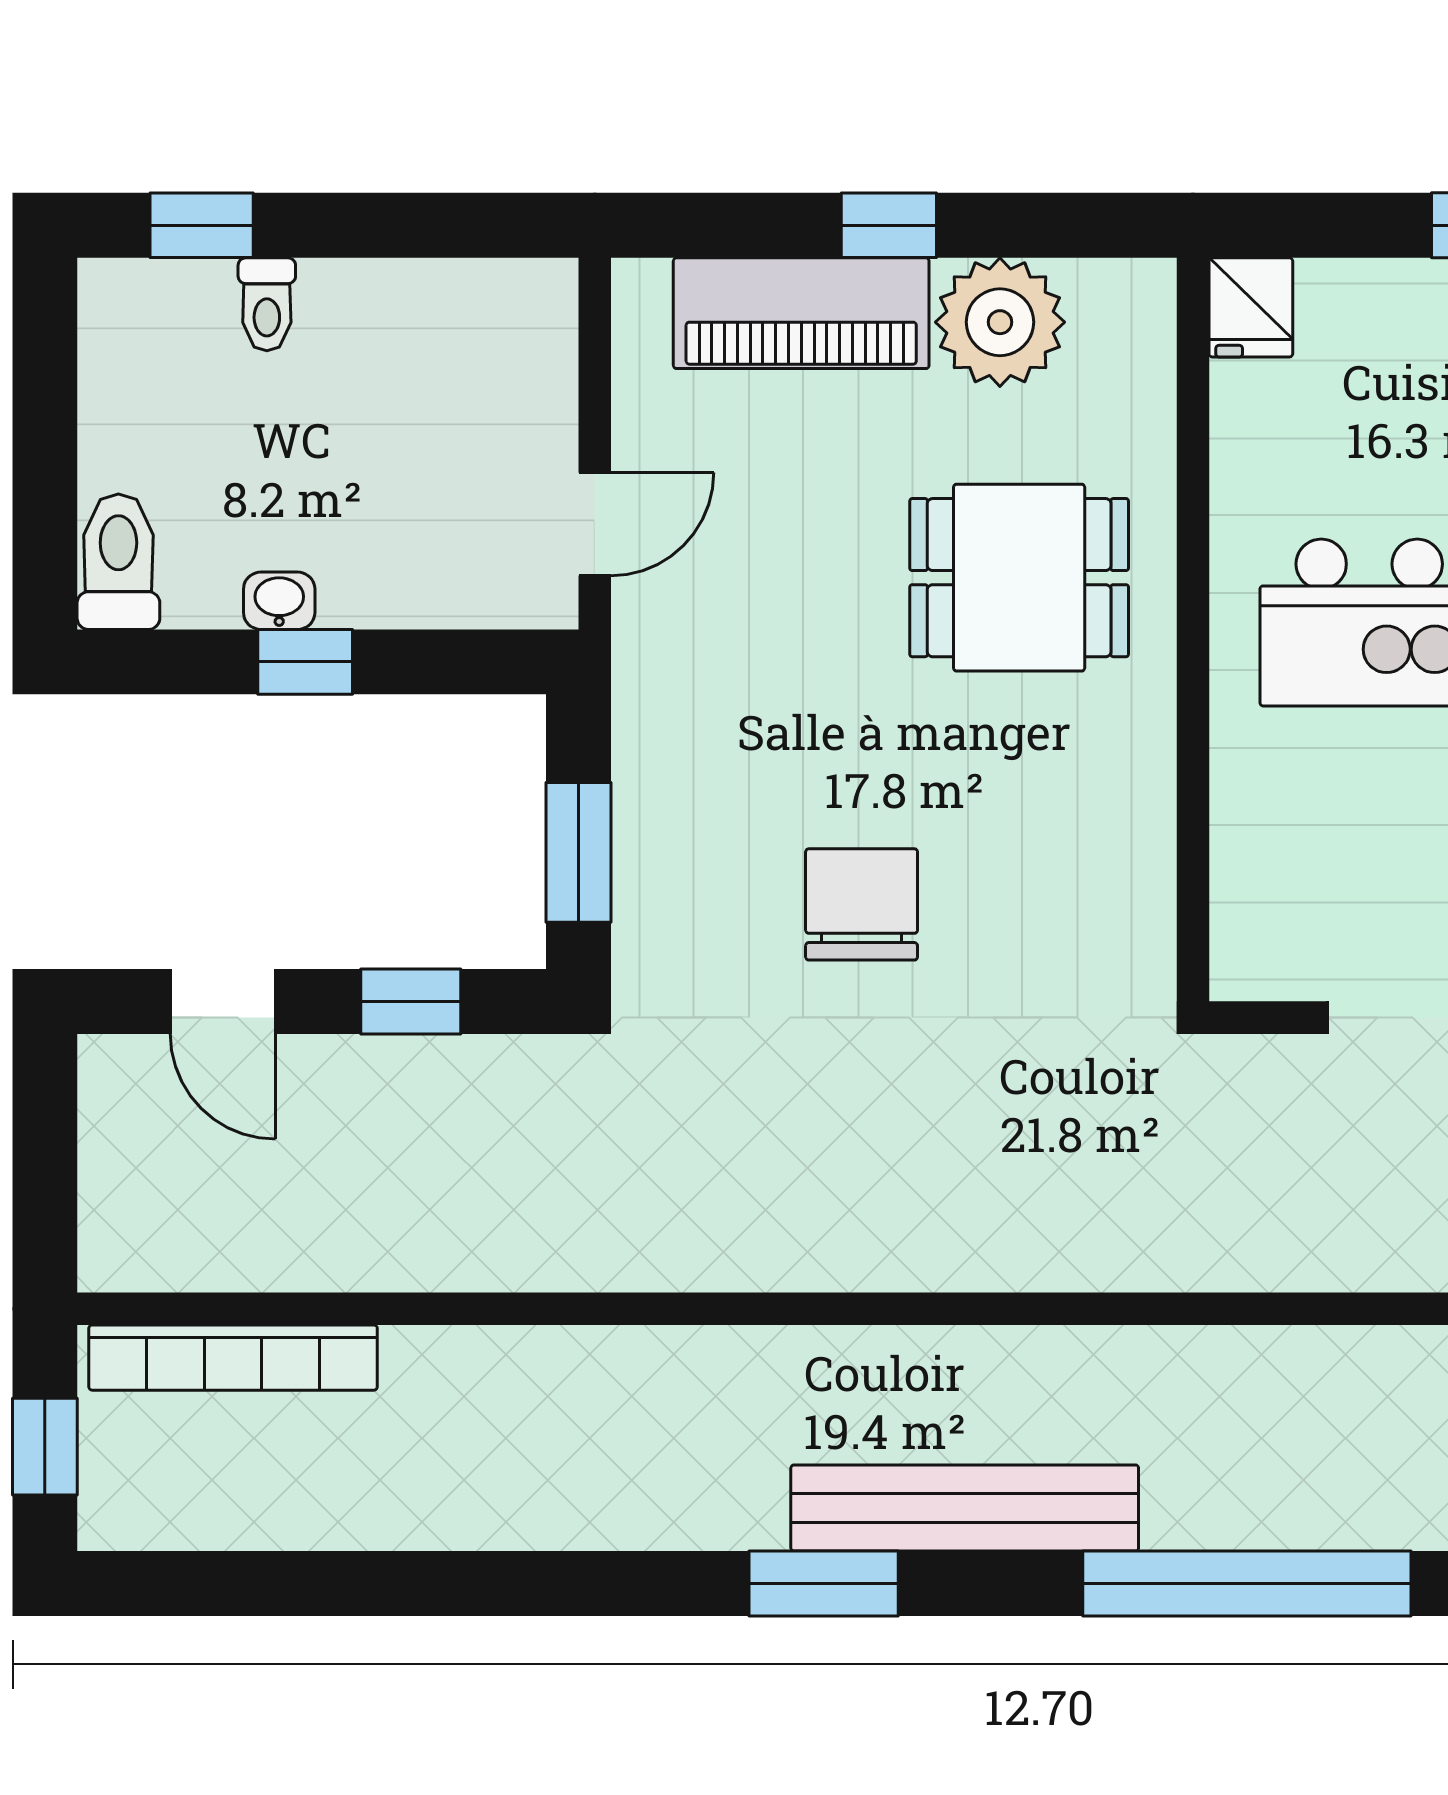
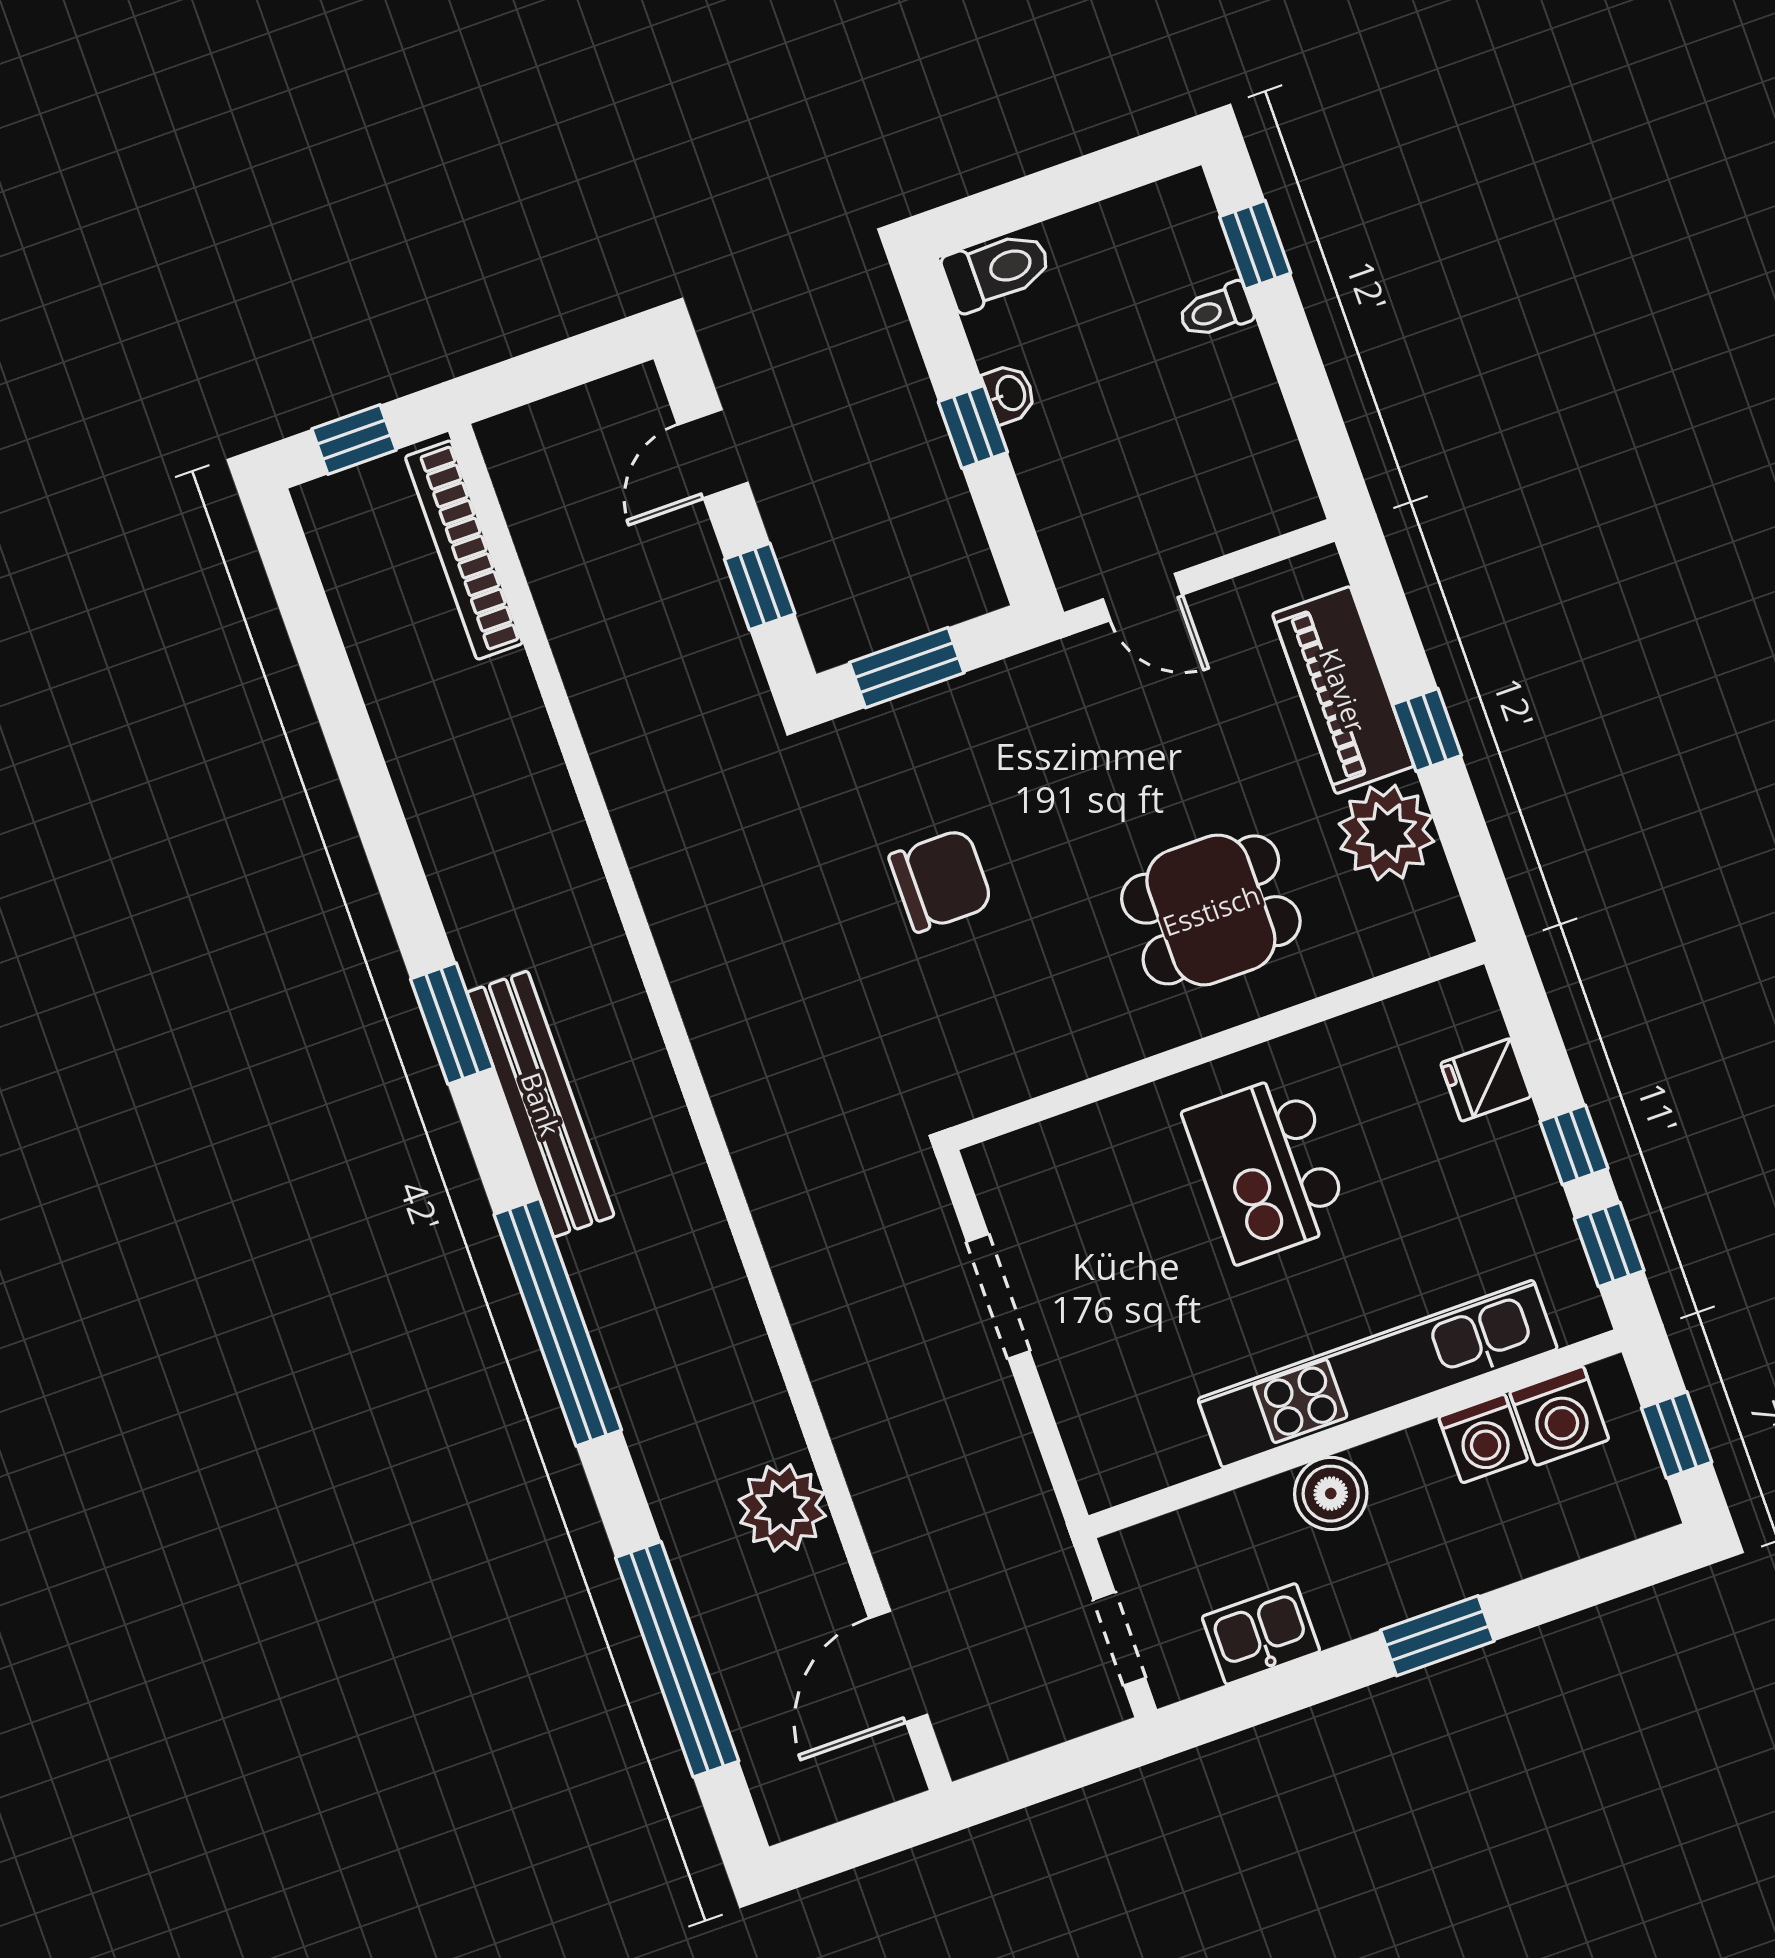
fridge: (1251, 307) -> (1486, 1080), moved
dining table: (1019, 578) -> (1211, 910), turned 90

